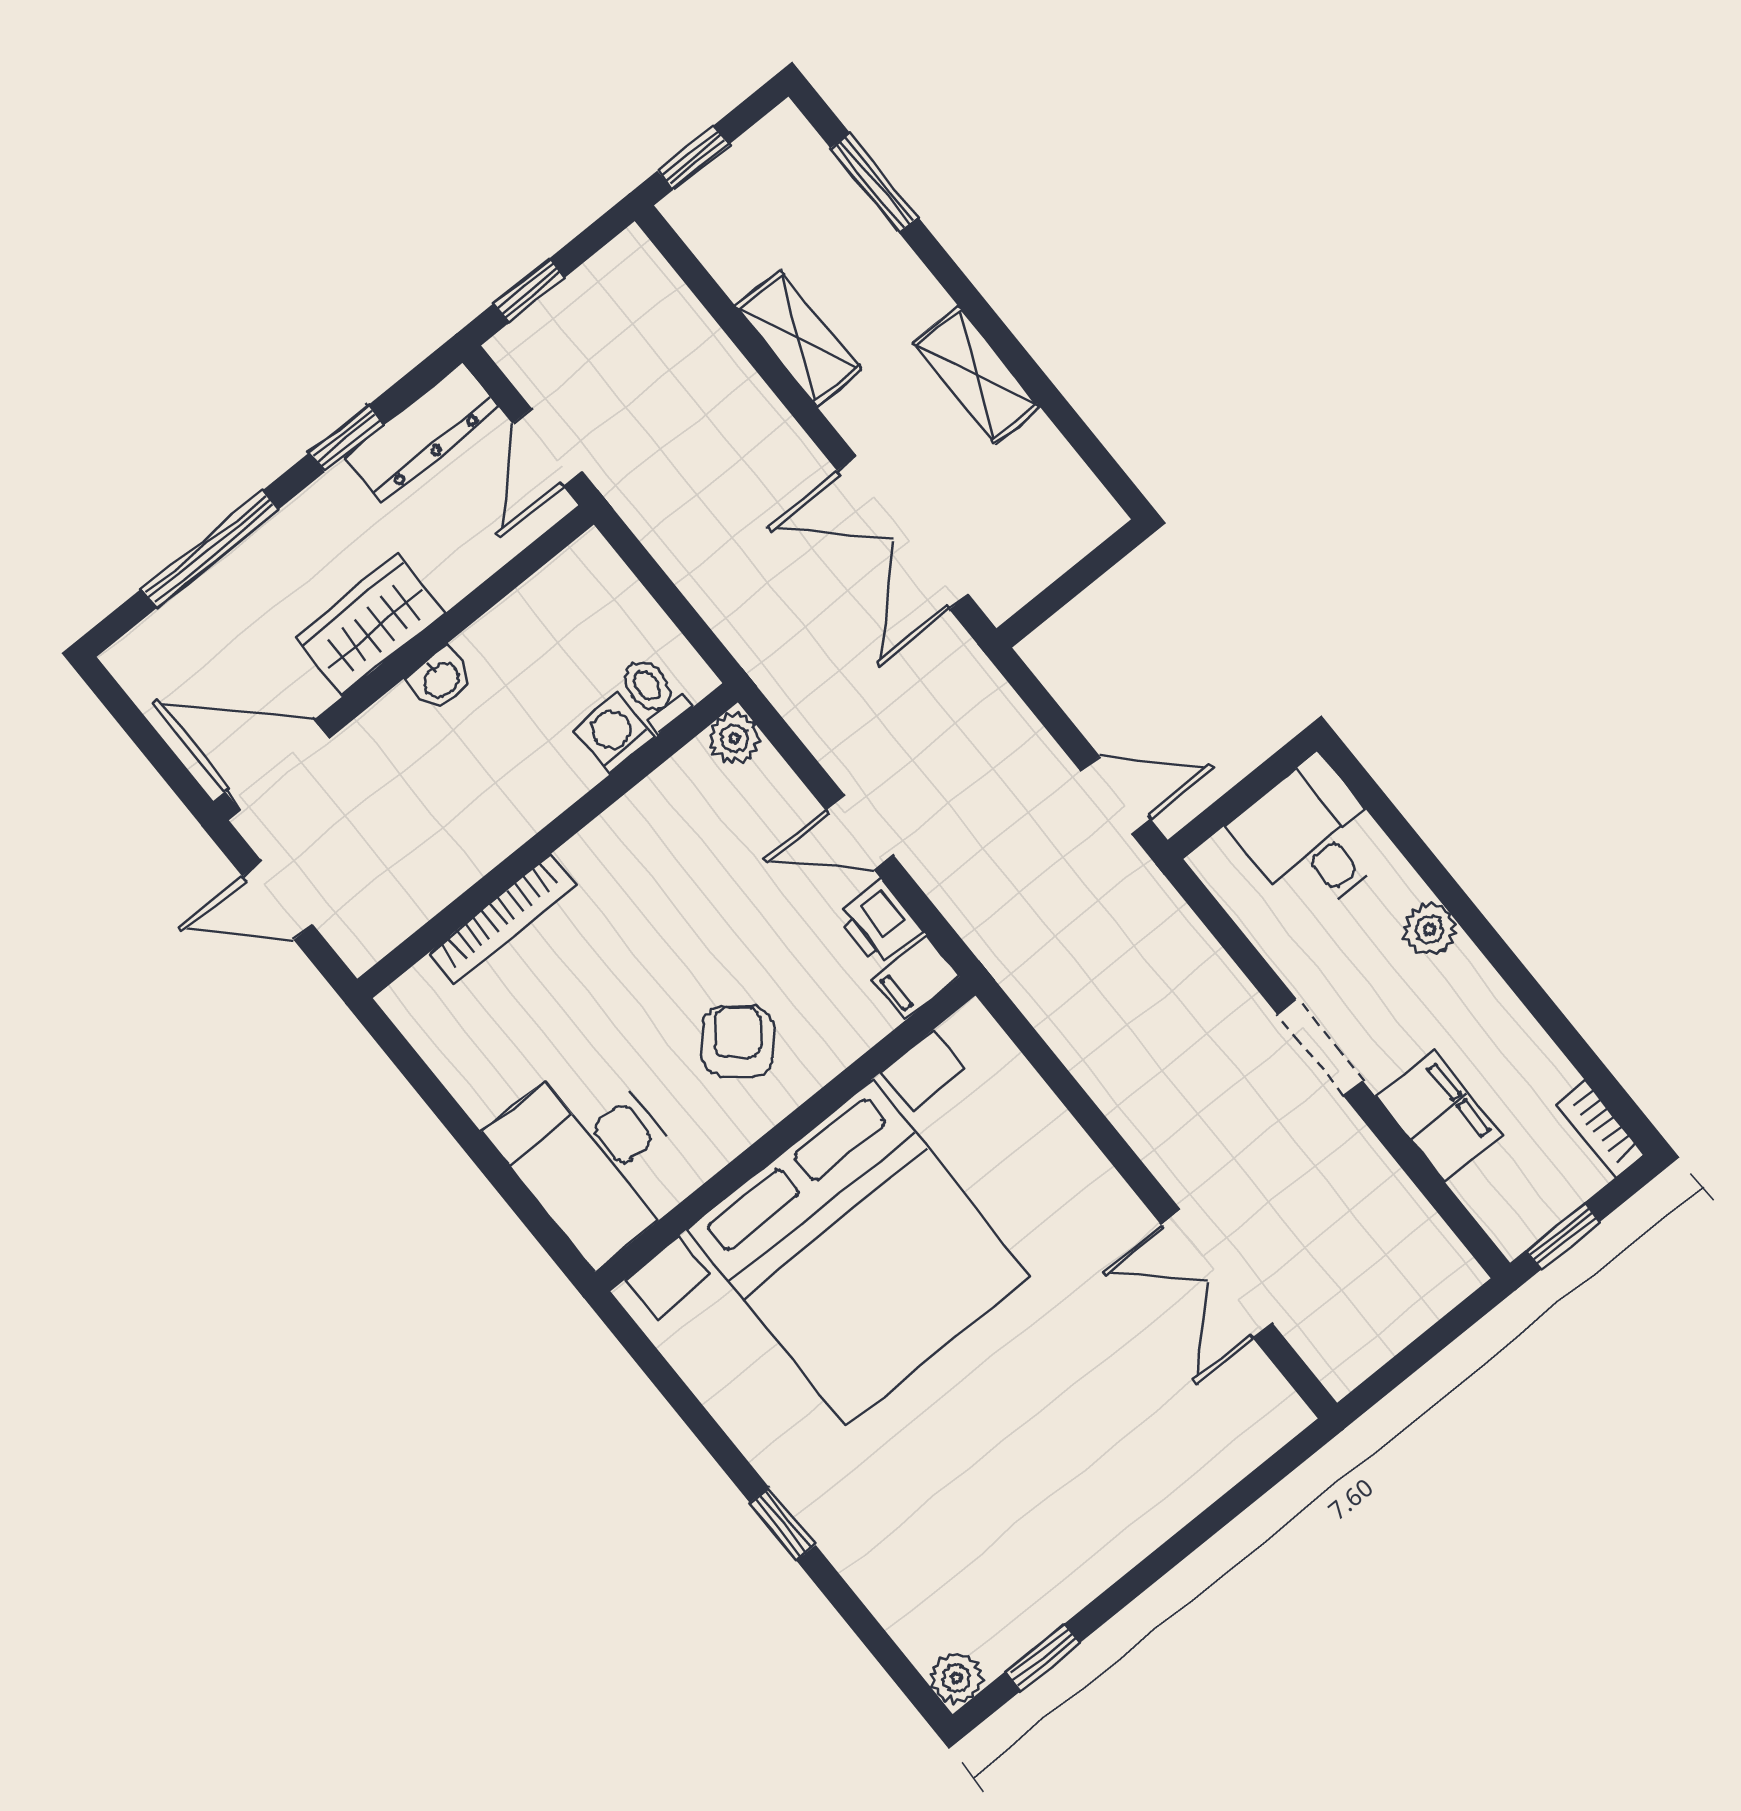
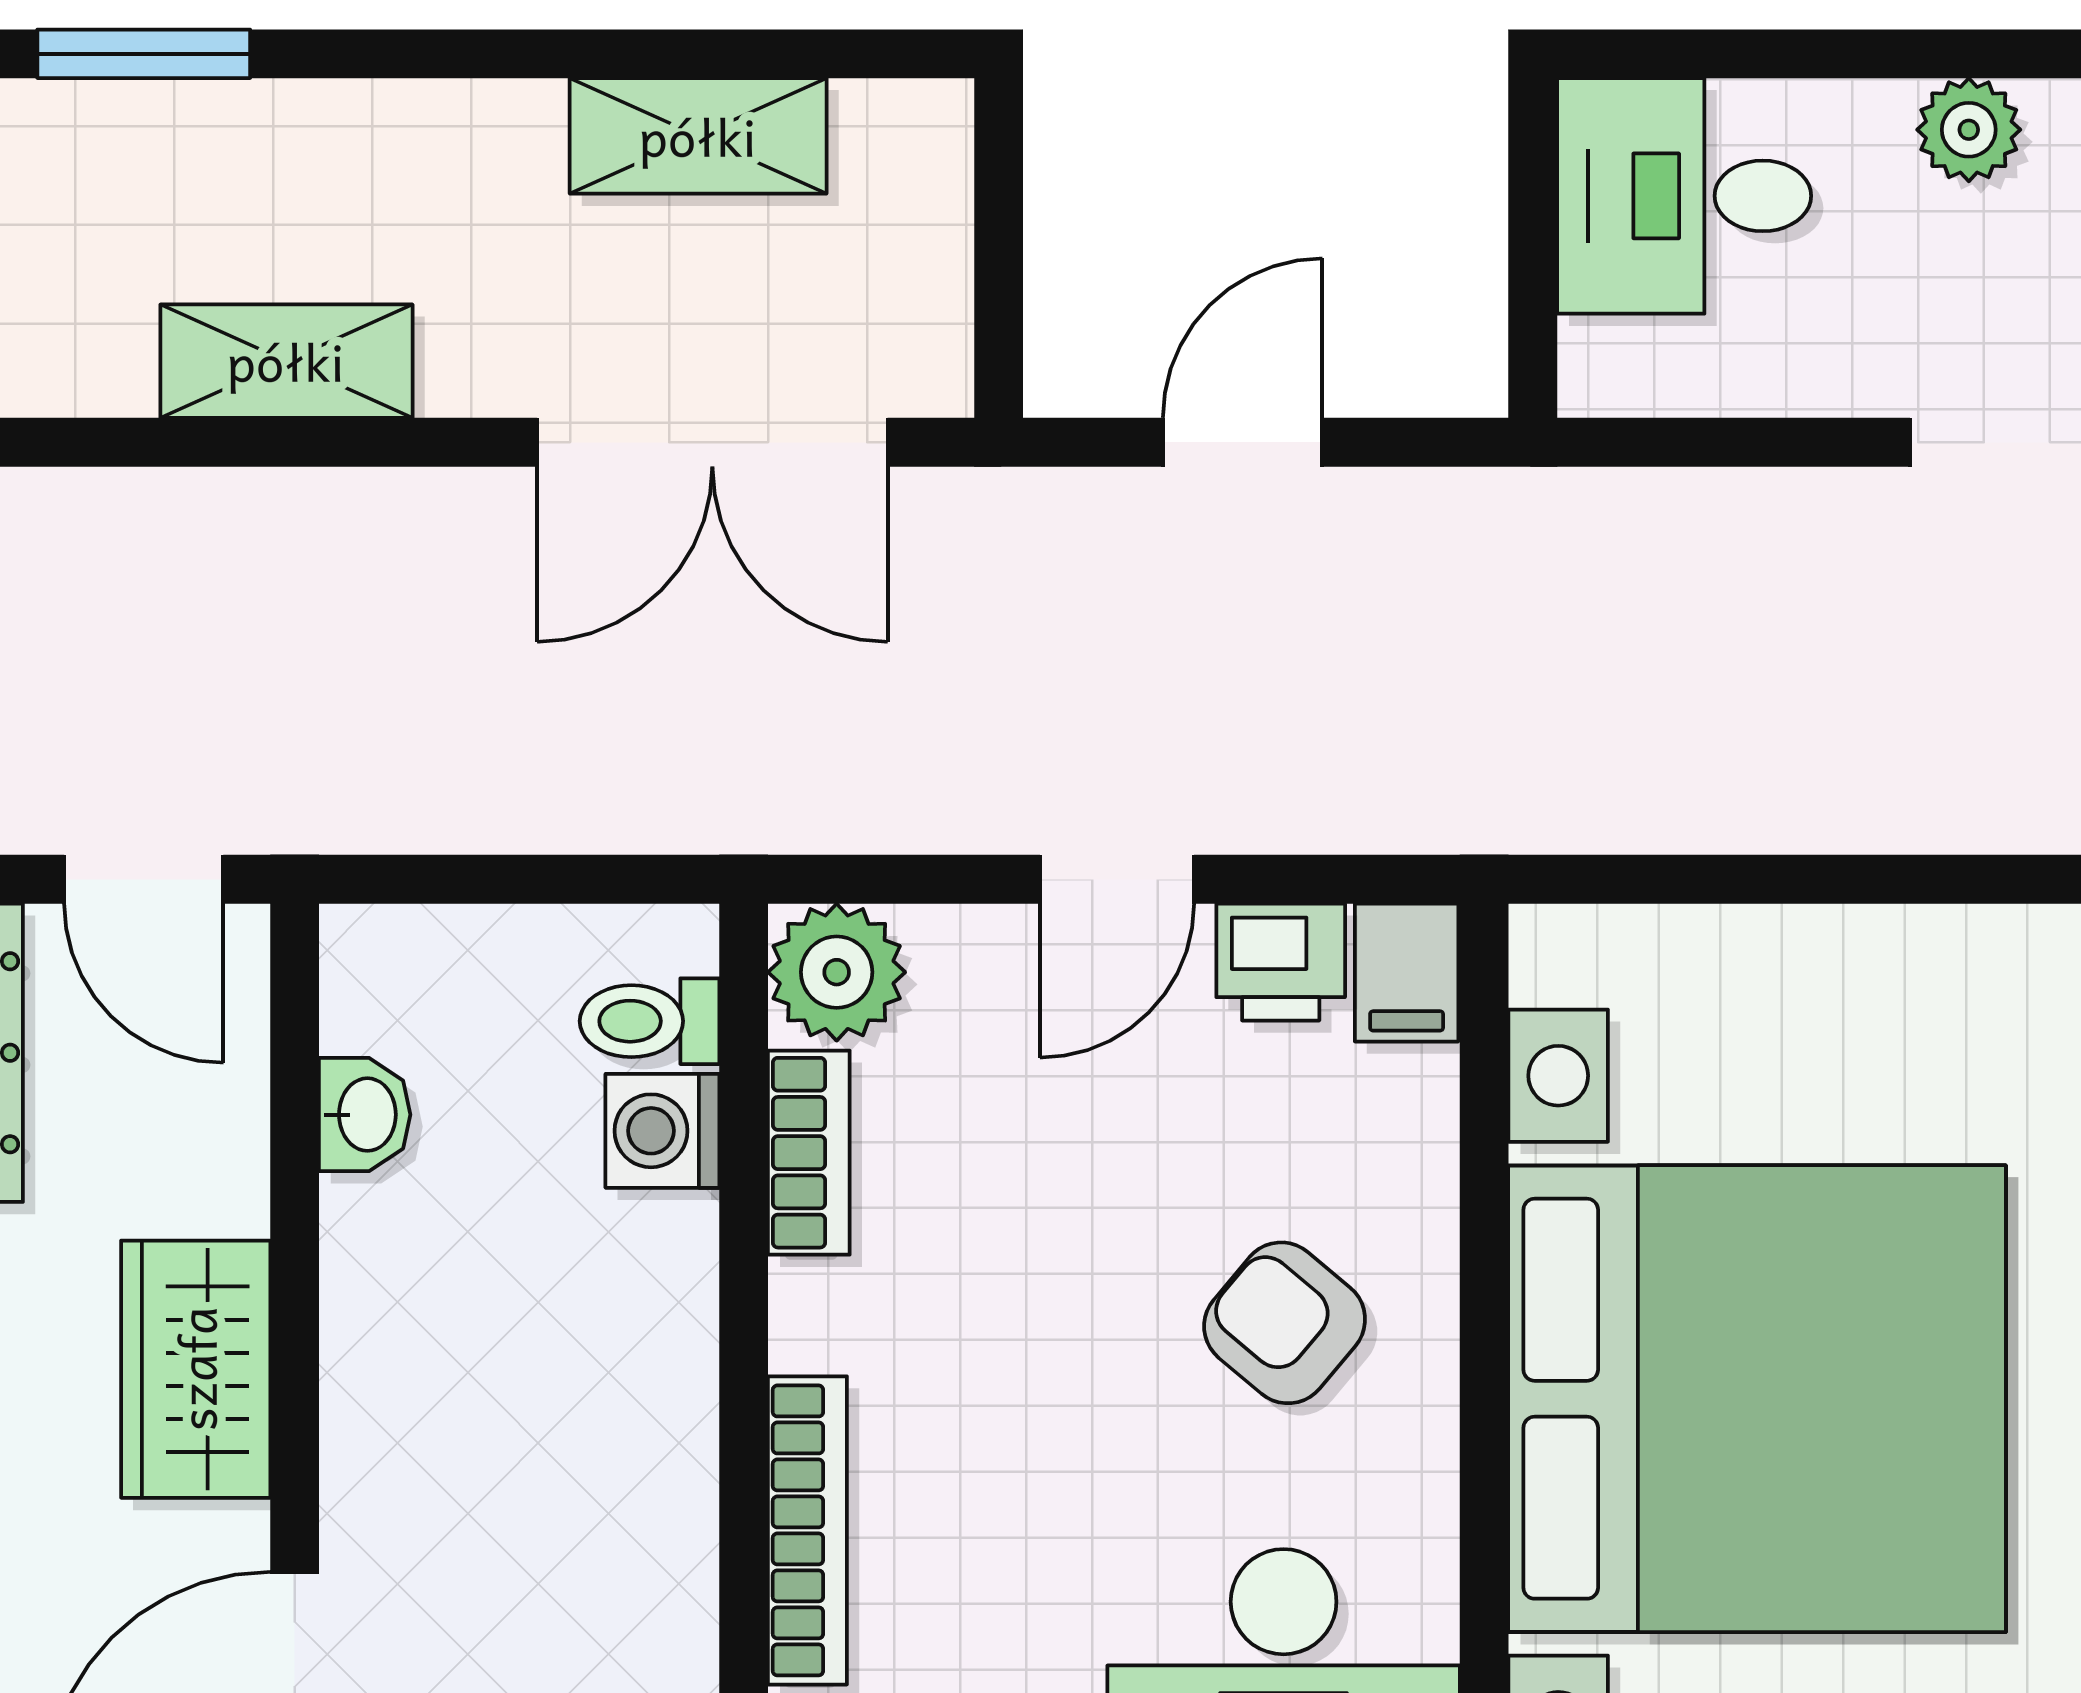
shelving: (976, 375) -> (698, 136), moved
washbasin: (440, 679) -> (365, 1115), moved
plant: (734, 738) -> (837, 972), width x1.38, depth x1.38
door: (1116, 795) -> (1243, 442), moved
bookcase: (652, 798) -> (809, 1153), added

